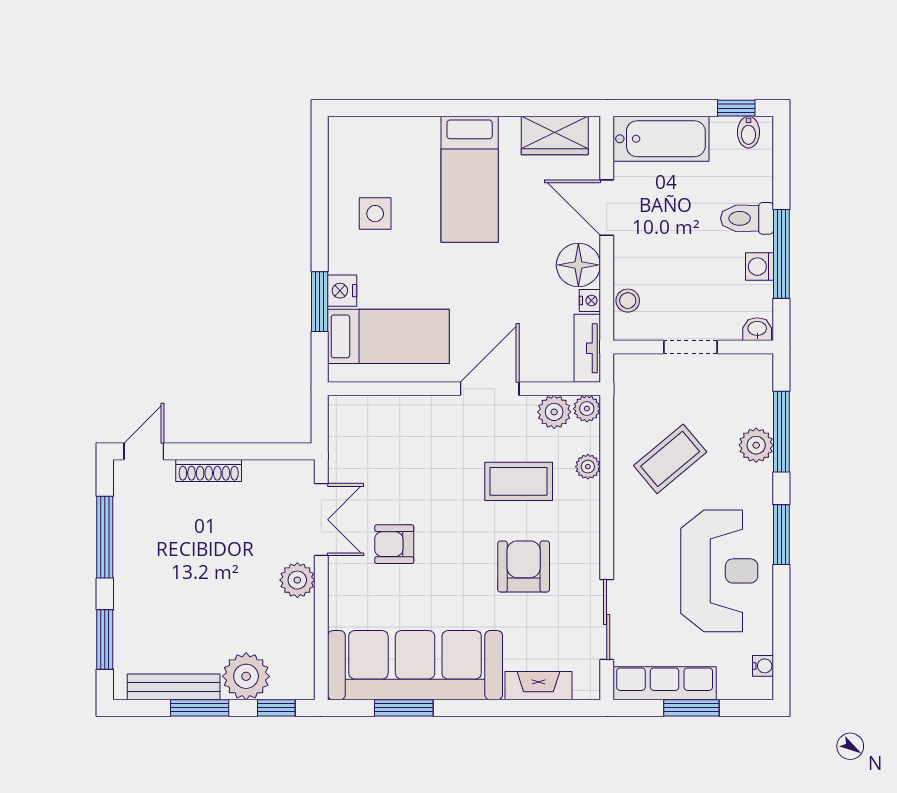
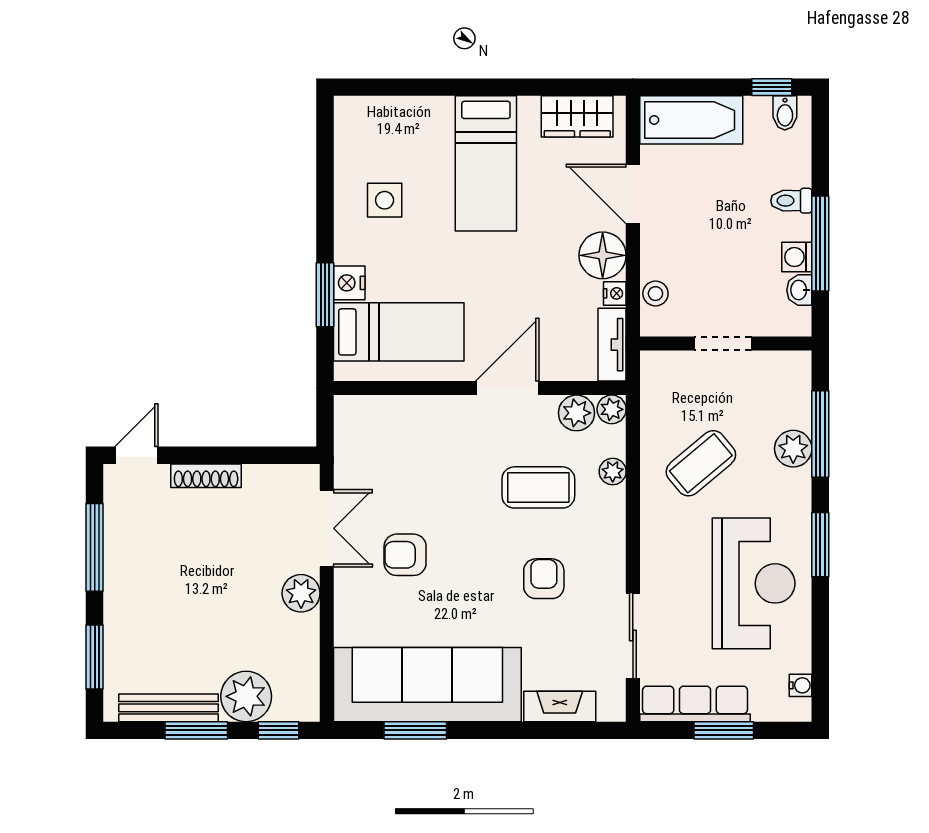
toilet: (747, 218) -> (791, 201), width x0.73, depth x0.72
washbasin: (757, 329) -> (799, 290), moved, turned -90
armchair: (524, 566) -> (544, 579), width x0.72, depth x0.72

